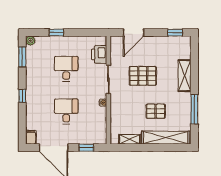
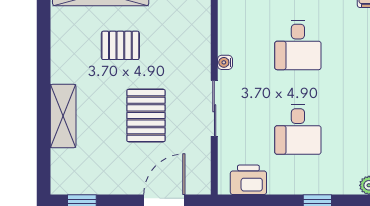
printer: (99, 54) -> (248, 180), moved, turned -90
pallet: (143, 76) -> (146, 116), turned 90
window: (194, 109) -> (44, 49), removed

